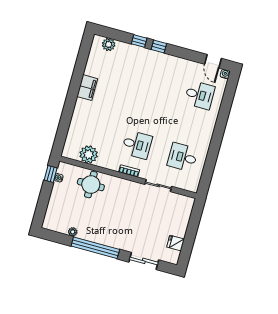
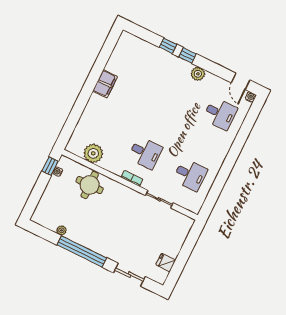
plant: (109, 44) -> (198, 74), moved
desk: (183, 157) -> (190, 175), turned 180

